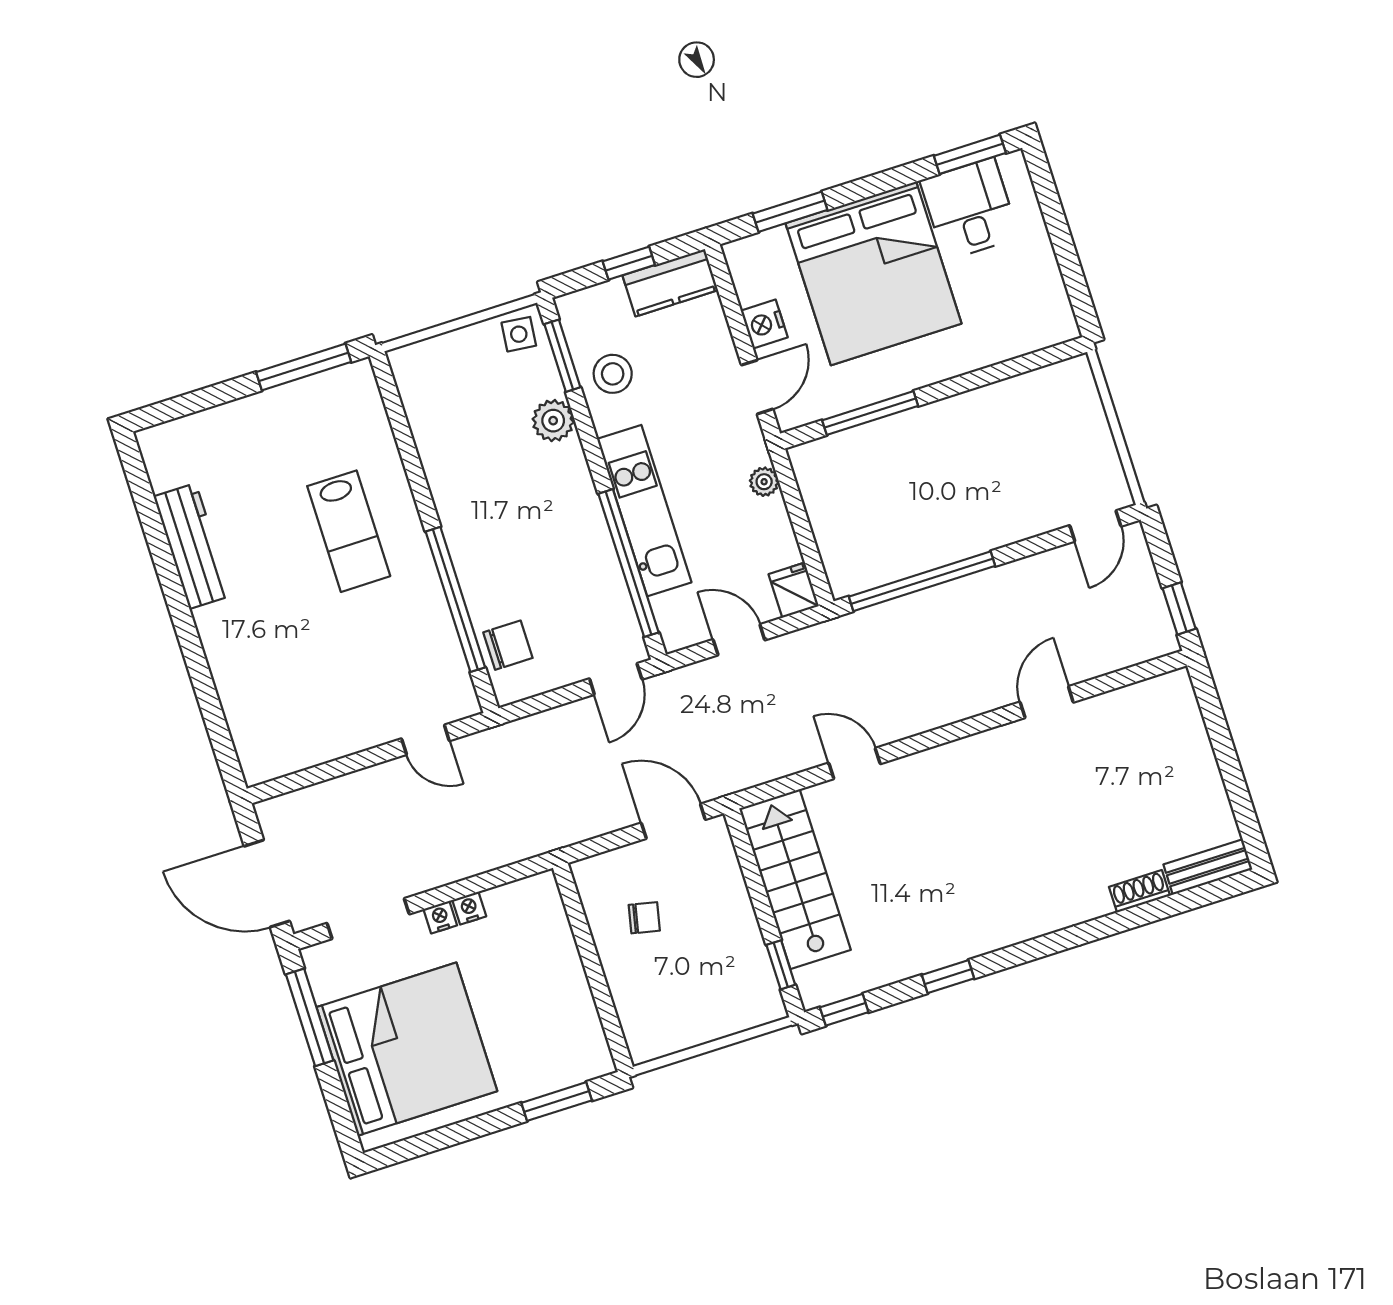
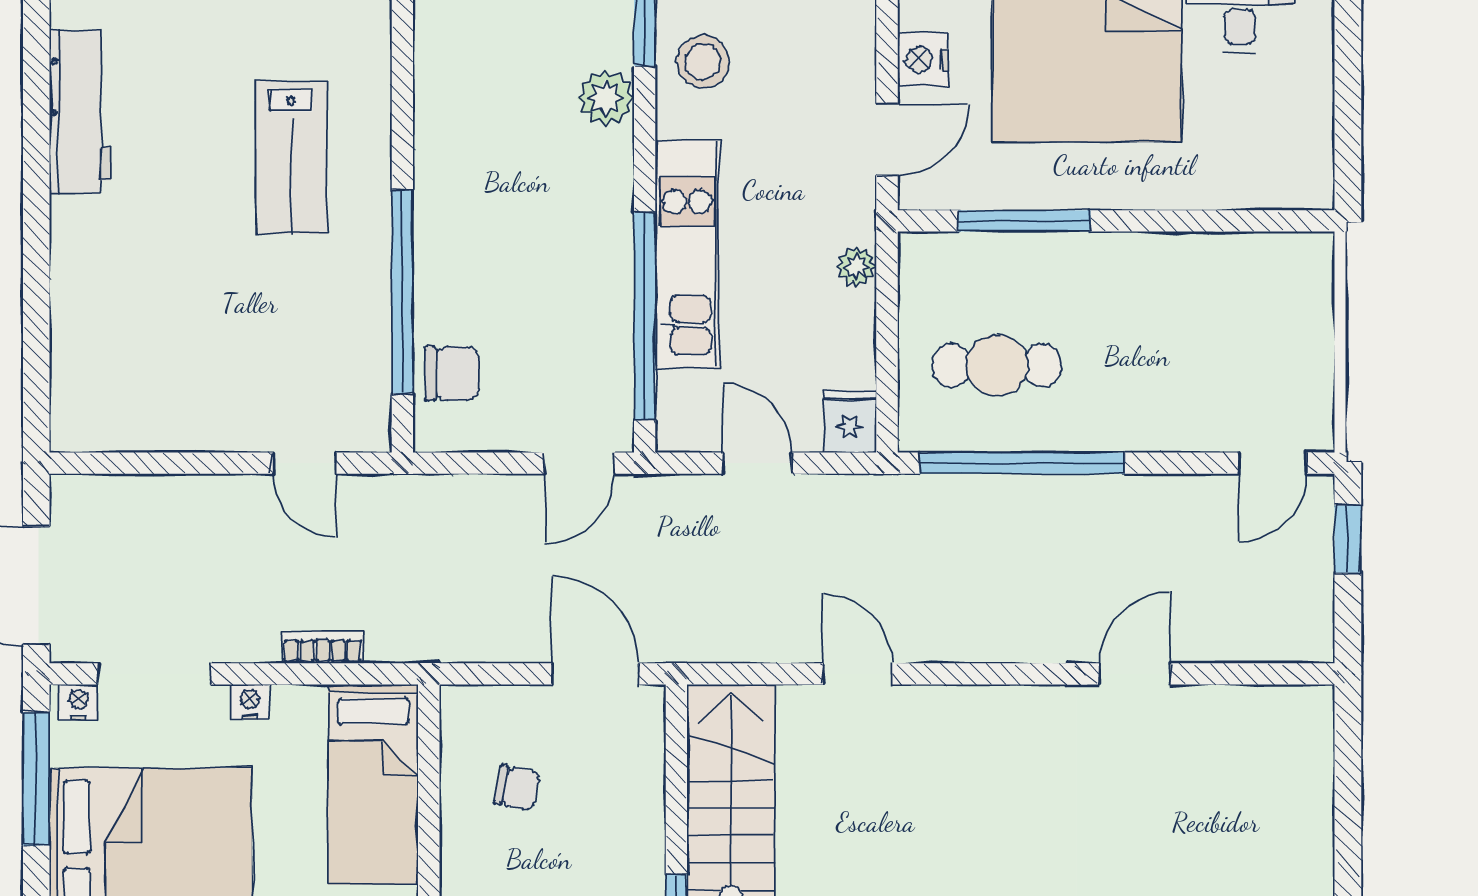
cafe table: (883, 519) -> (997, 365), added
window: (1179, 609) -> (1348, 539), moved
bookcase: (479, 863) -> (323, 647), added
nightstand: (469, 908) -> (78, 702), moved
bed: (544, 947) -> (373, 784), added

